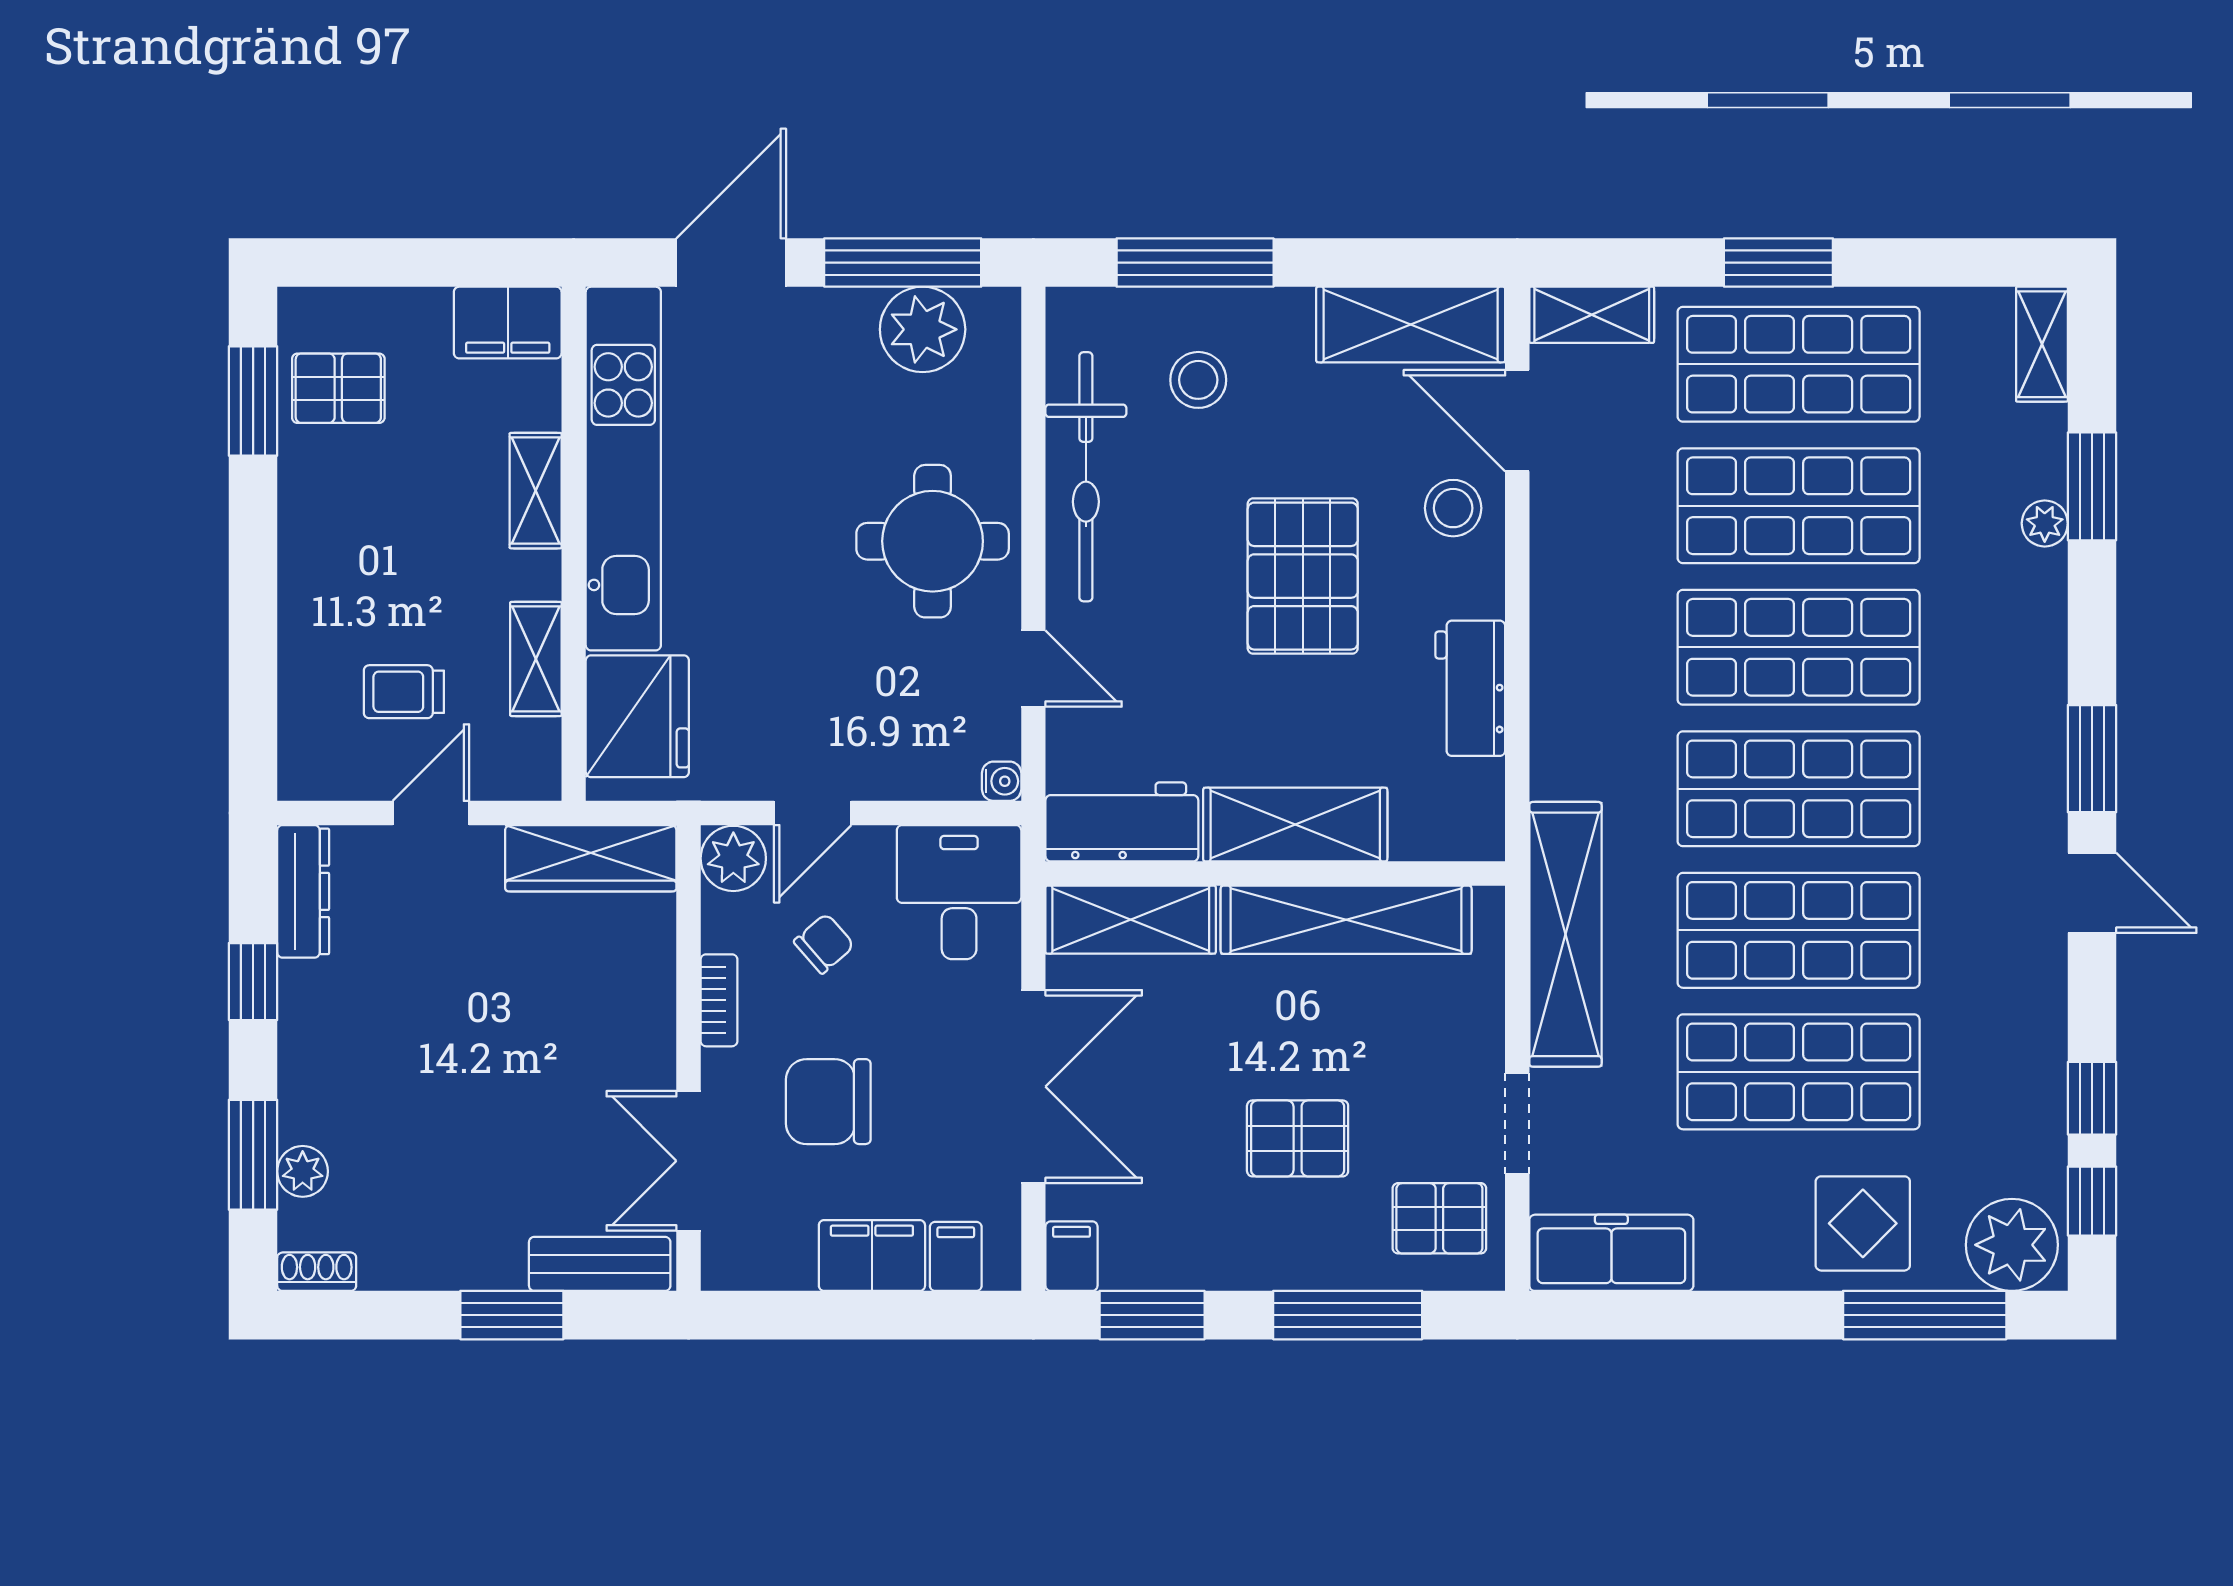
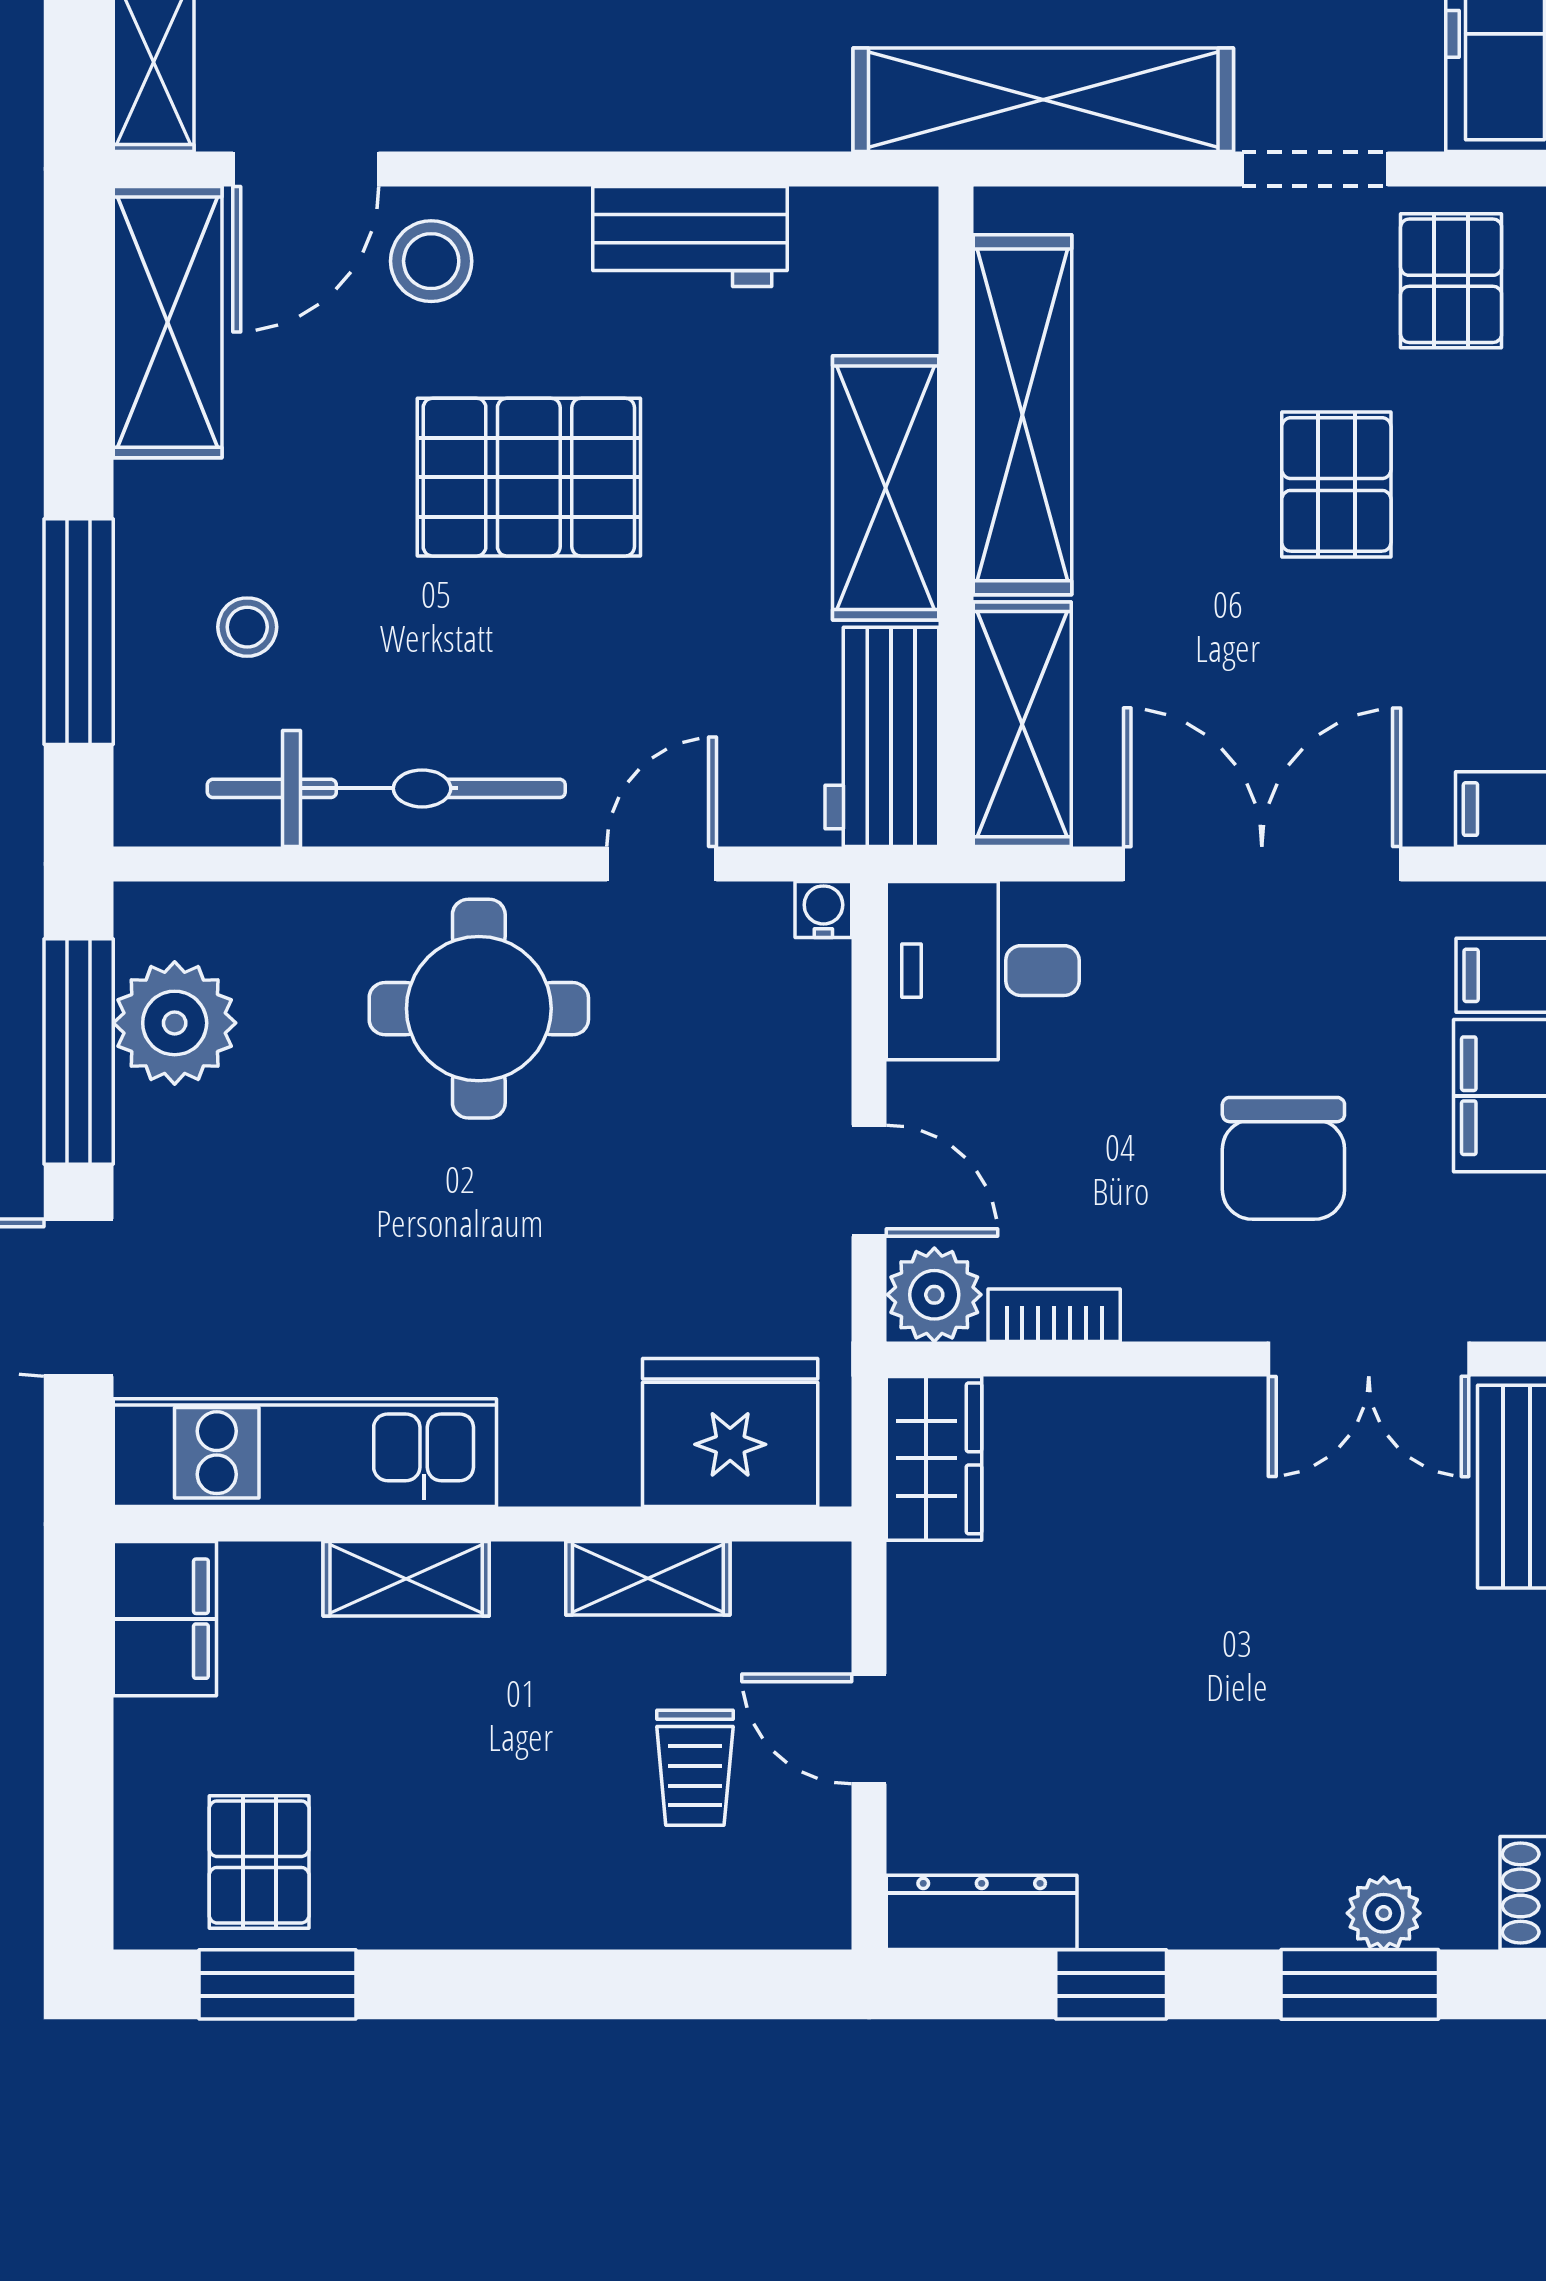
stool: (1198, 380) -> (247, 627), width x0.73, depth x0.73
kitchen unit: (623, 469) -> (305, 1453), width x0.73
wardrobe: (591, 858) -> (934, 1458), width x0.67
chair: (824, 944) -> (1056, 1164), removed
bookcase: (719, 1000) -> (1054, 1315), moved

